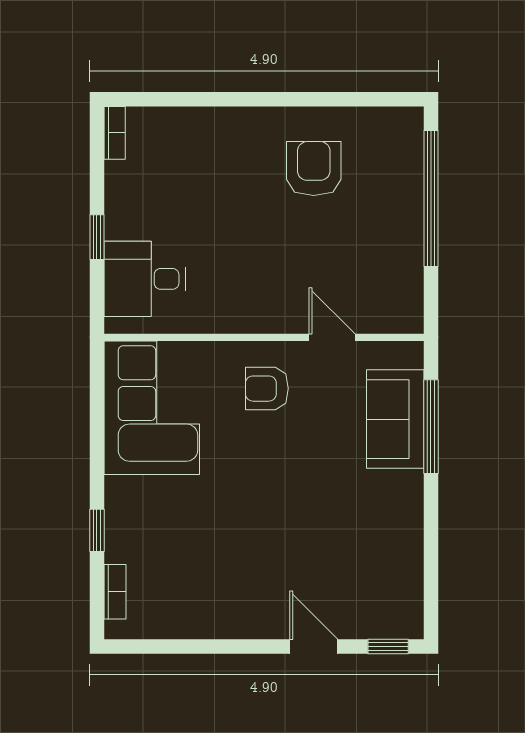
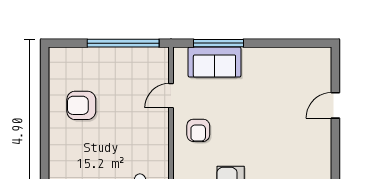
window: (431, 199) -> (123, 43), moved
window: (388, 647) -> (335, 66), removed

